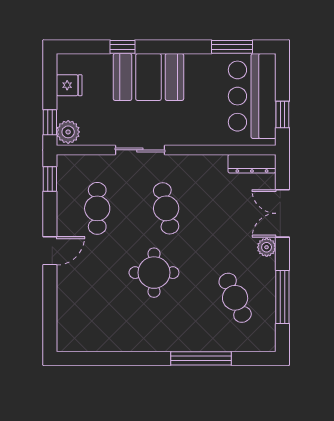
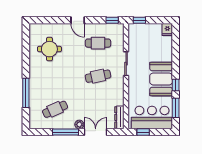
window: (122, 47) -> (176, 85), moved
booth: (148, 77) -> (161, 79), moved
fridge: (69, 85) -> (167, 30), moved
plant: (68, 132) -> (135, 29), removed
round table: (154, 273) -> (49, 49), moved
window: (282, 297) -> (65, 132), moved

